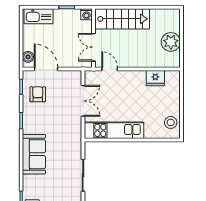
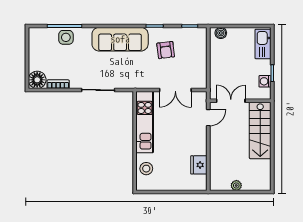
washing machine: (86, 14) -> (265, 81), moved
plant: (171, 42) -> (236, 185), width x0.53, depth x0.53
door: (46, 69) -> (208, 52), removed
armchair: (38, 94) -> (166, 50), moved, turned 83
stool: (171, 122) -> (146, 169), moved
sofa: (34, 154) -> (120, 39), width x1.36

